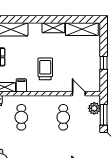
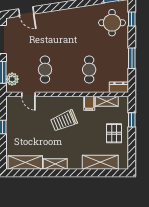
trolley: (45, 69) -> (64, 121), turned 67

